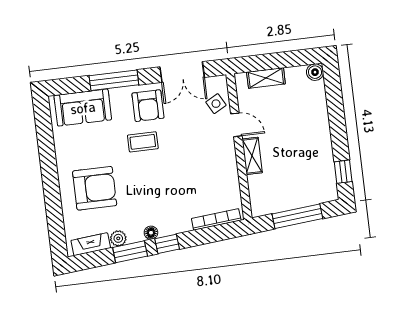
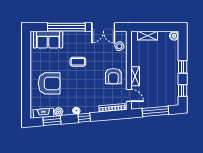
window: (114, 80) -> (66, 27), width x1.46
armchair: (148, 106) -> (113, 76), moved
door: (236, 125) -> (129, 95), moved
window: (338, 128) -> (183, 67), added
window: (130, 252) -> (52, 121), moved

